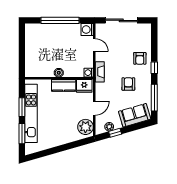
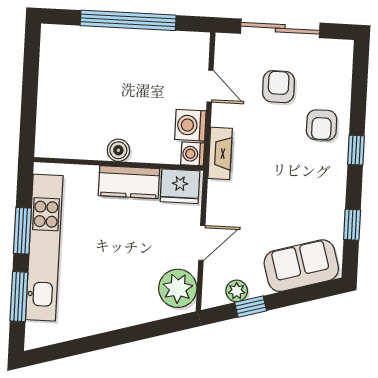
washing machine: (87, 30) -> (190, 125), moved
armchair: (128, 84) -> (278, 87), moved
window: (154, 98) -> (352, 225), width x0.46

